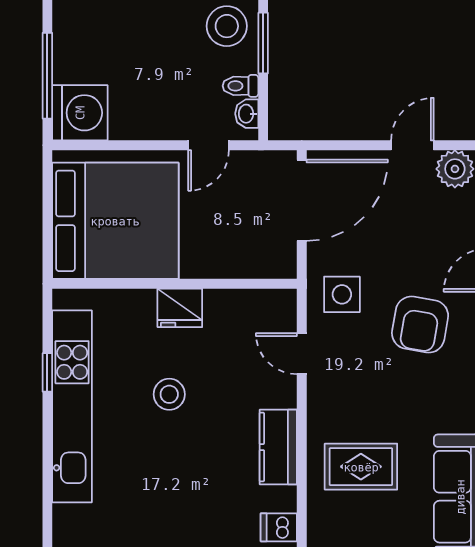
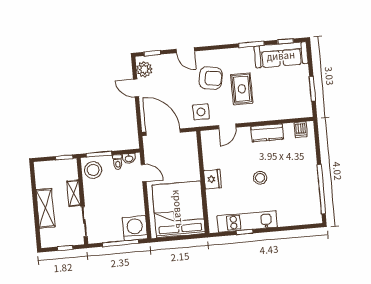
stool: (169, 394) -> (260, 178), moved
kitchen unit: (72, 406) -> (247, 221), width x0.73
rug: (361, 467) -> (242, 89), moved

